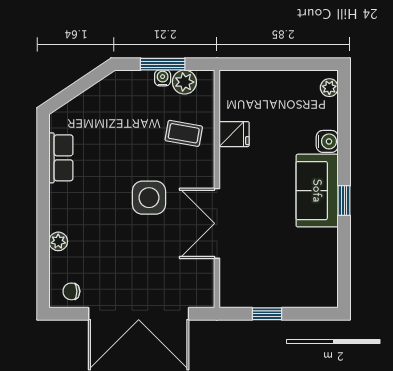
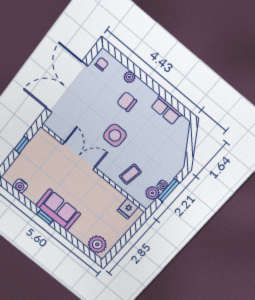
plant: (329, 88) -> (97, 244), width x1.88, depth x1.88
fridge: (234, 134) -> (128, 209), moved
water cooler: (327, 141) -> (20, 186), moved
chair: (92, 219) -> (127, 102), added

